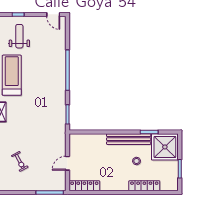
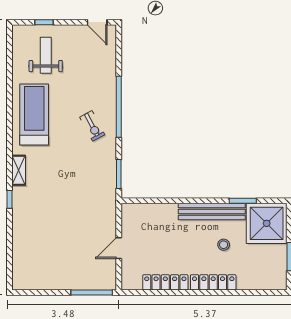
exercise bike: (20, 161) -> (92, 126), moved
locker: (84, 186) -> (165, 282), moved
locker: (144, 186) -> (213, 282), moved

